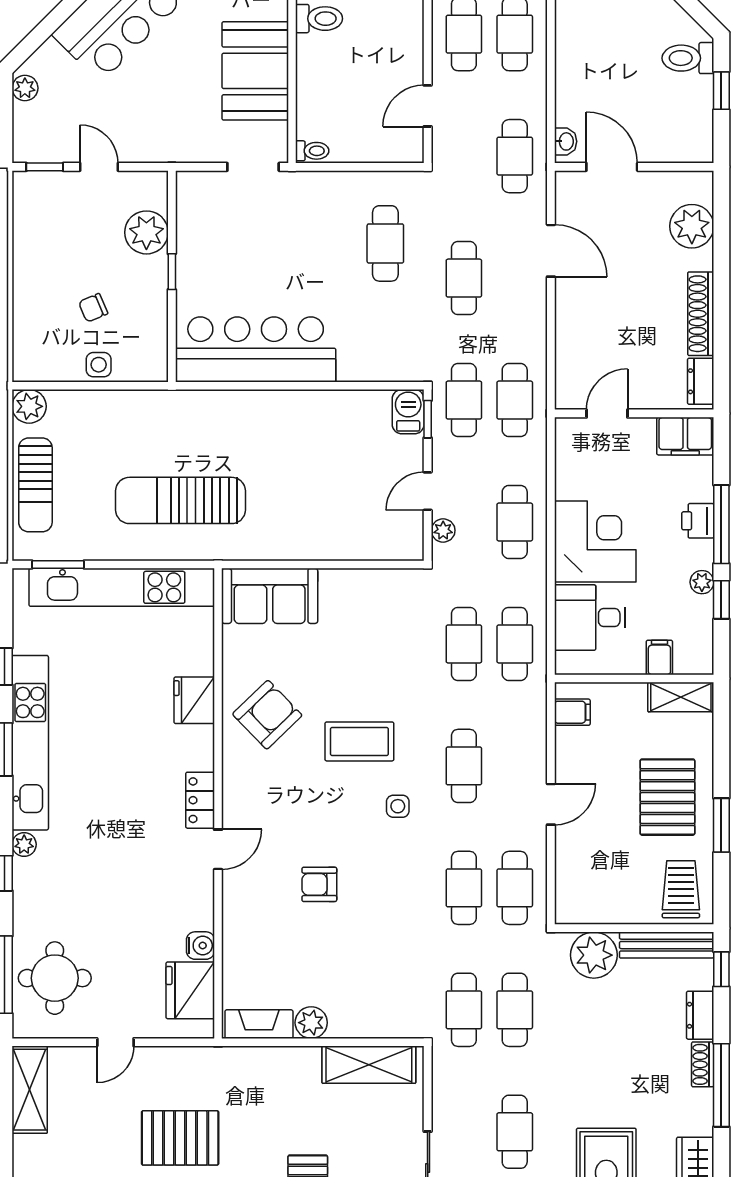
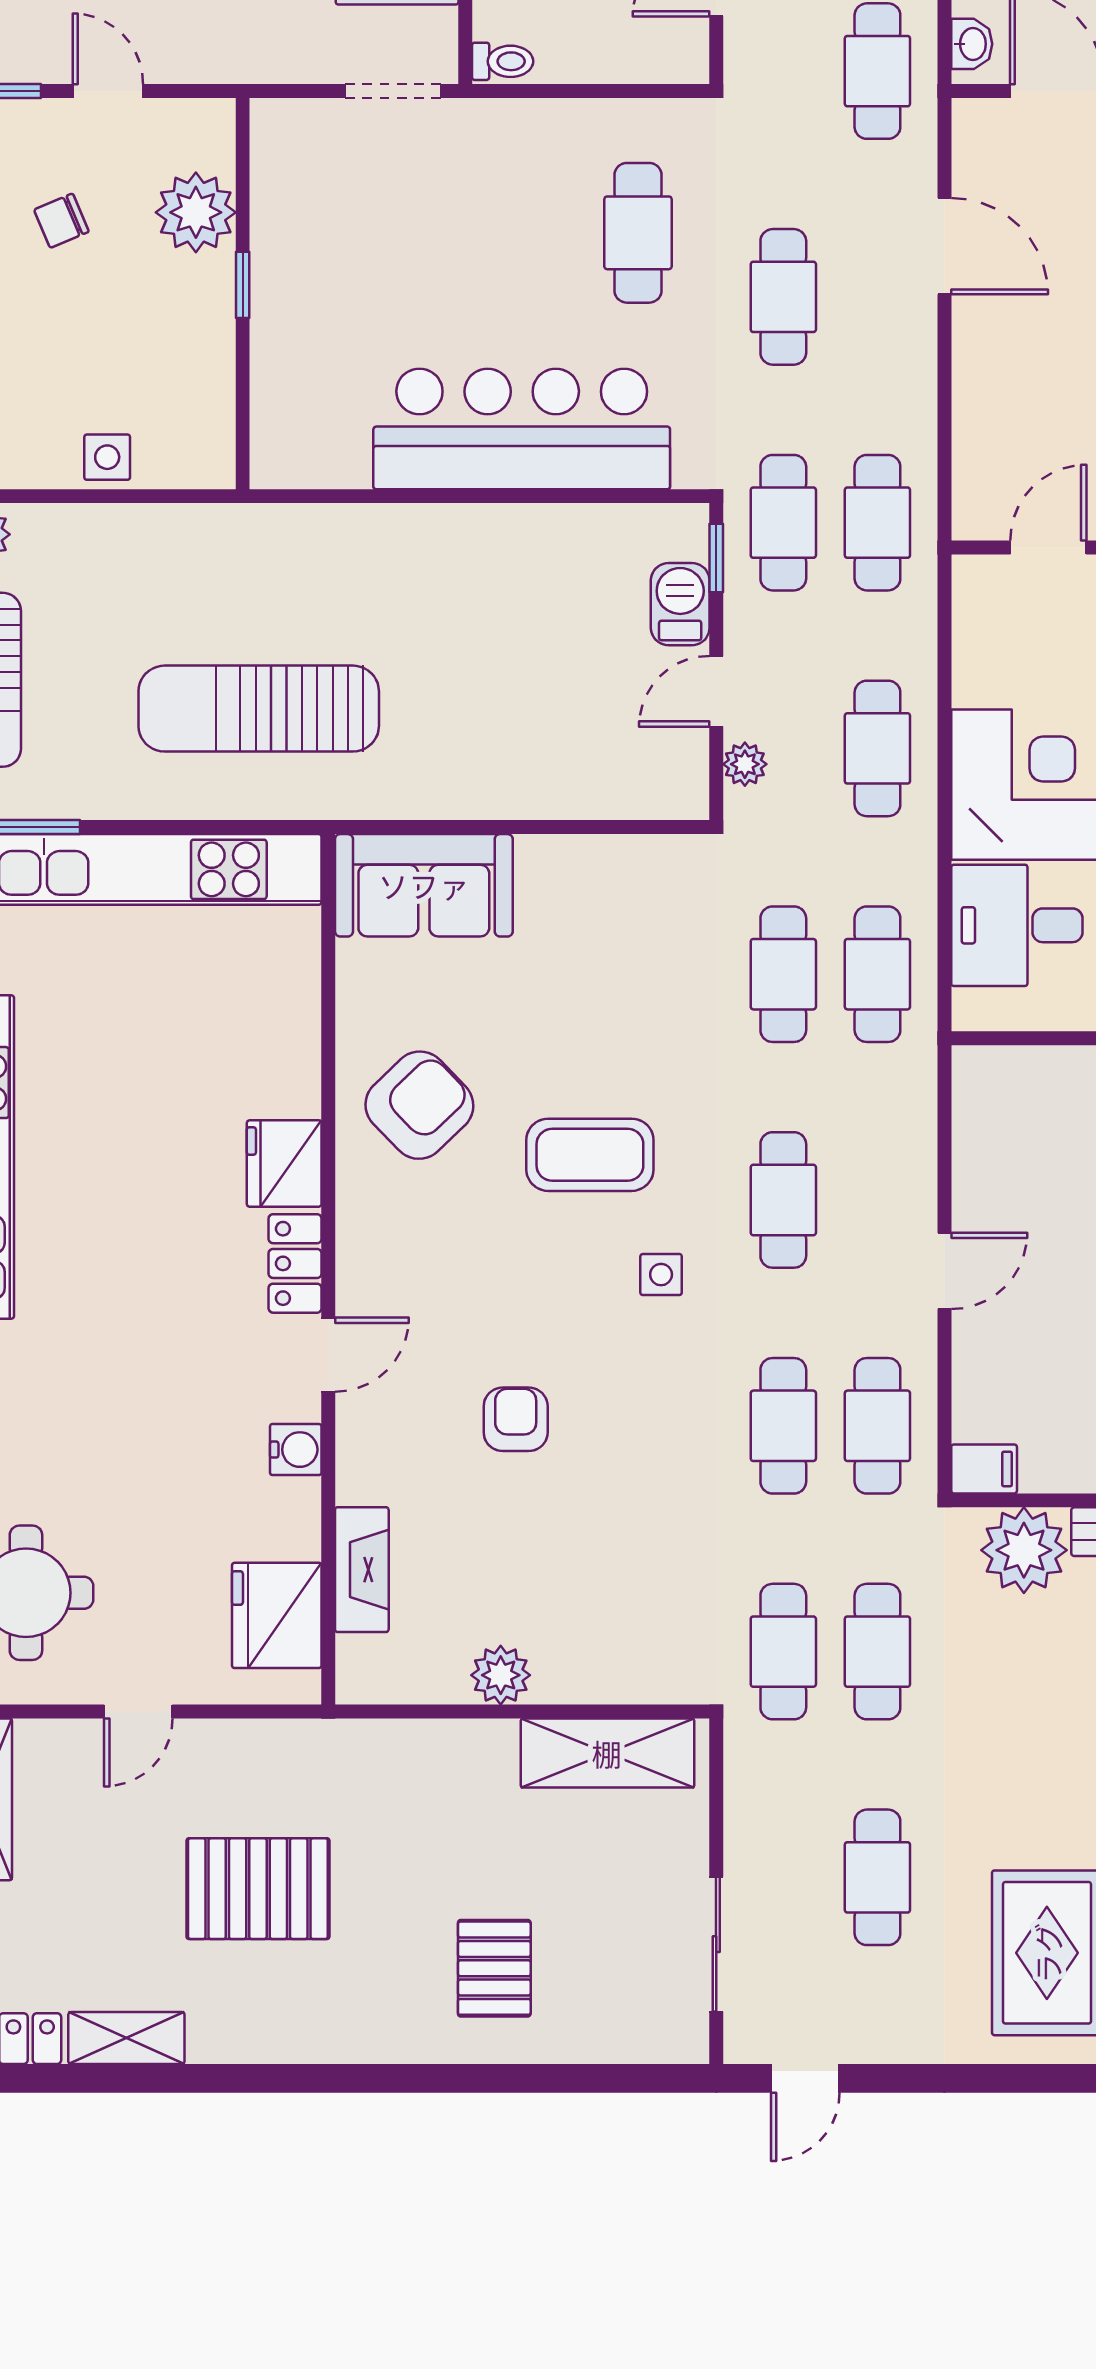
chair: (93, 308) -> (61, 221), moved
bar counter: (256, 349) -> (522, 429), moved
barbecue: (408, 412) -> (680, 604), moved
fridge: (194, 700) -> (284, 1163), moved
filing cabinet: (572, 712) -> (984, 1469), moved
armchair: (319, 884) -> (516, 1419), turned 90
water cooler: (200, 946) -> (296, 1450), moved
fireplace: (259, 1024) -> (362, 1570), moved, turned 90

